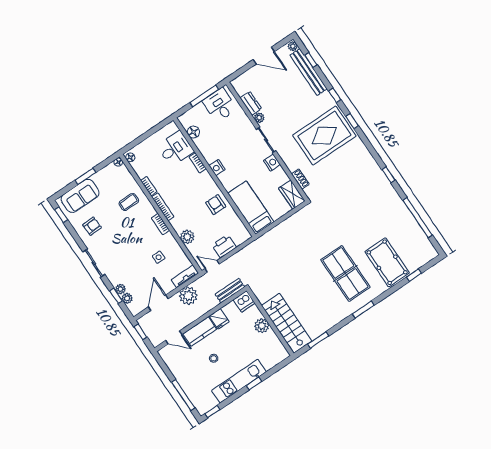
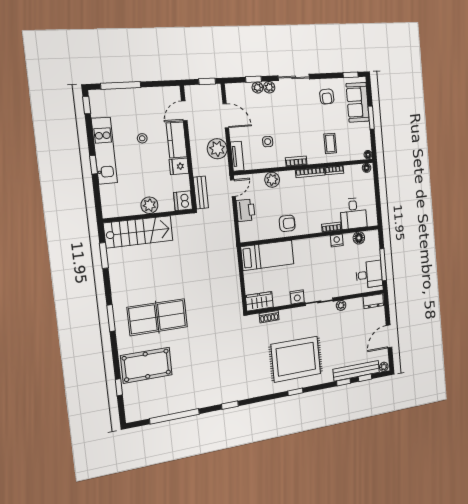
window: (335, 95) -> (343, 382), moved
dresser: (251, 103) -> (373, 301), moved
rug: (324, 136) -> (296, 359), turned 90
nightstand: (217, 168) -> (337, 240), moved
plant: (127, 298) -> (269, 87), moved

